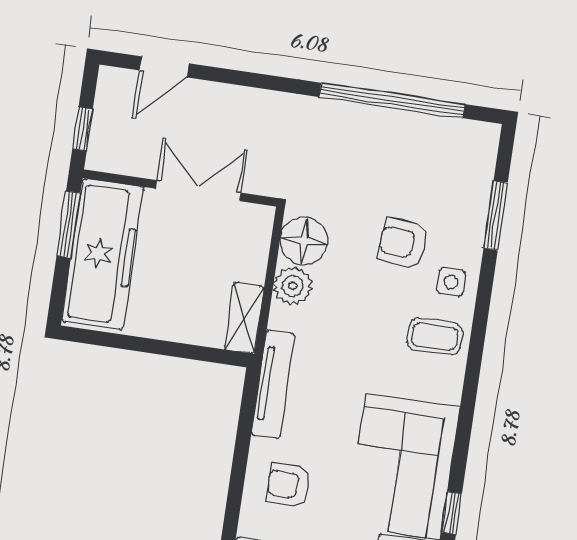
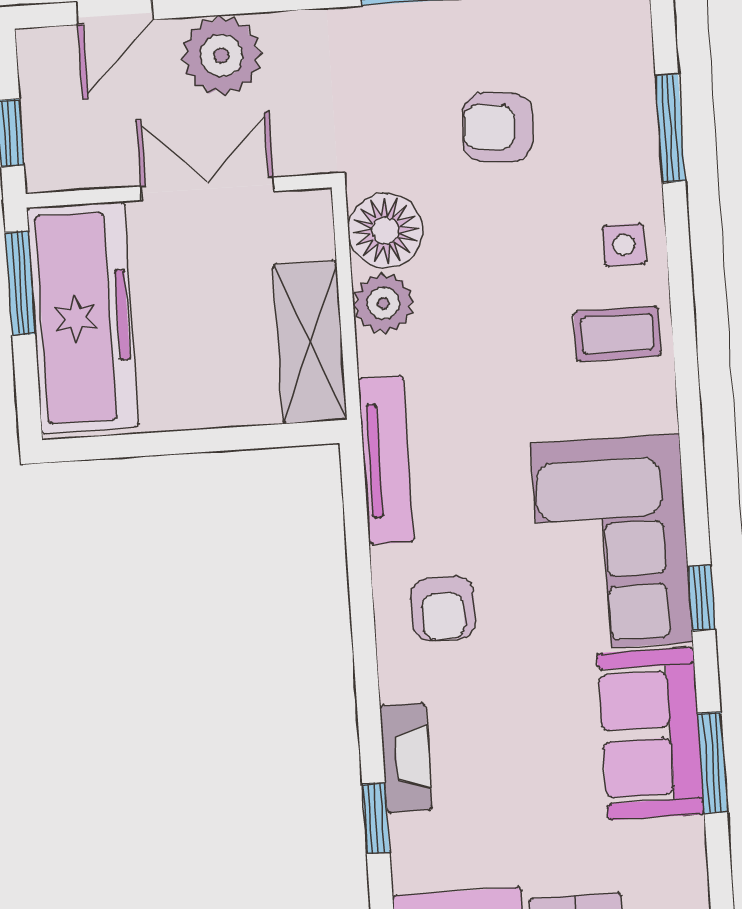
plant: (225, 109) -> (222, 56), added
armchair: (403, 243) -> (498, 127), moved
shelving: (244, 318) -> (310, 342), width x1.50, depth x1.33
armchair: (289, 485) -> (443, 609), turned -90

